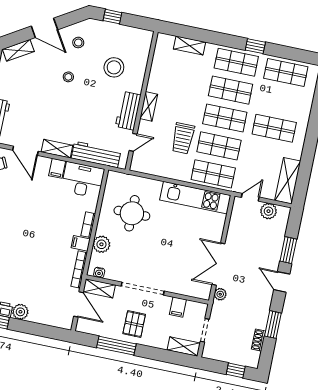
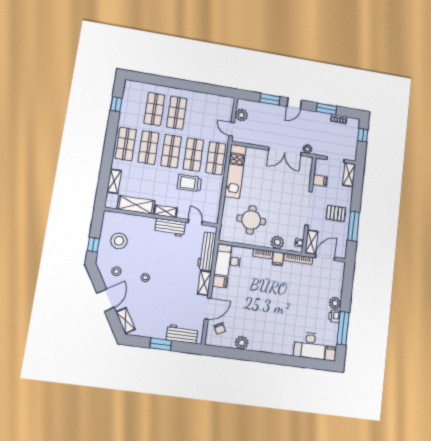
window: (255, 46) -> (116, 104), moved
stool: (114, 67) -> (119, 241), moved
shop shelf: (286, 72) -> (154, 109), moved
trolley: (183, 138) -> (189, 183), turned 180
shelving: (288, 181) -> (136, 205), moved

